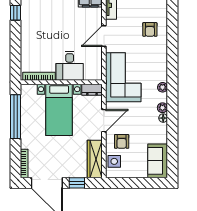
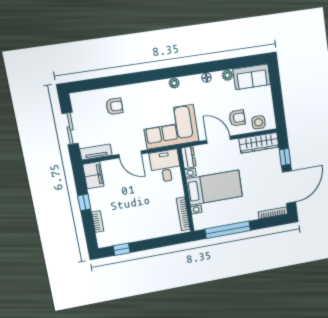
desk: (70, 66) -> (165, 166), moved, turned -90
plant: (162, 108) -> (227, 75), moved

